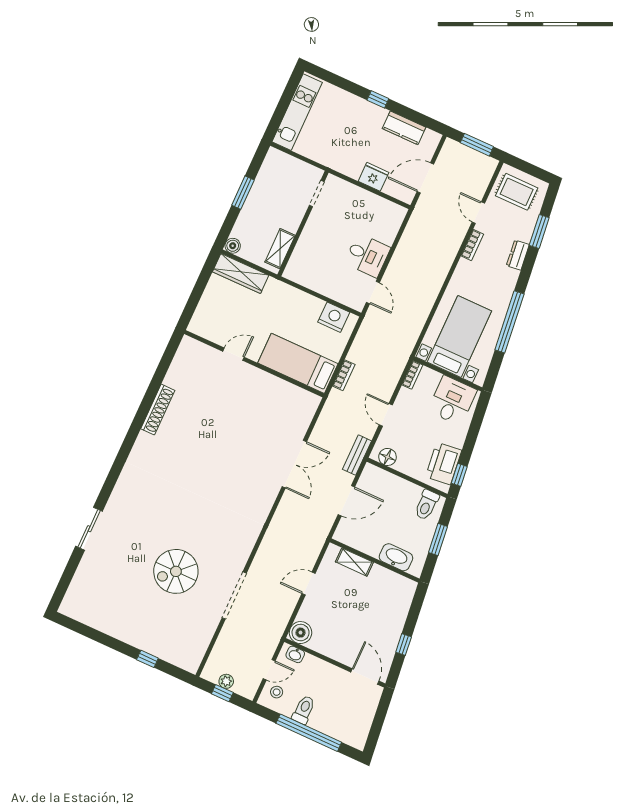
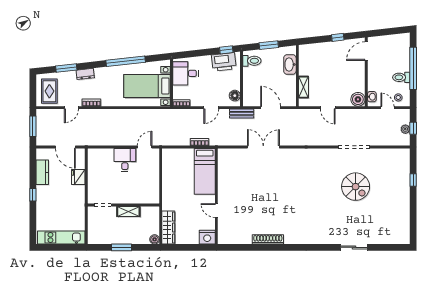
shelving: (280, 249) -> (128, 212), moved
nightstand: (334, 317) -> (207, 237), moved, turned -90

